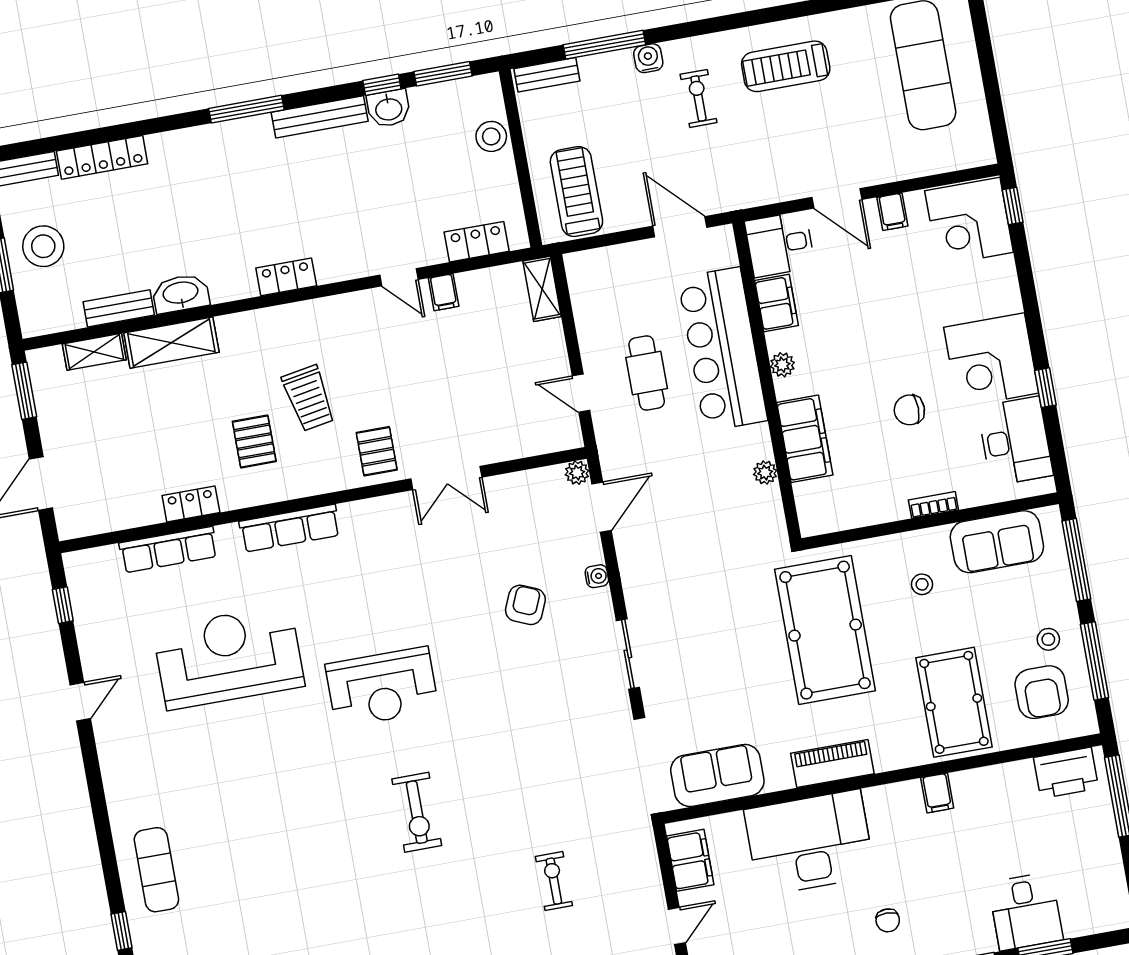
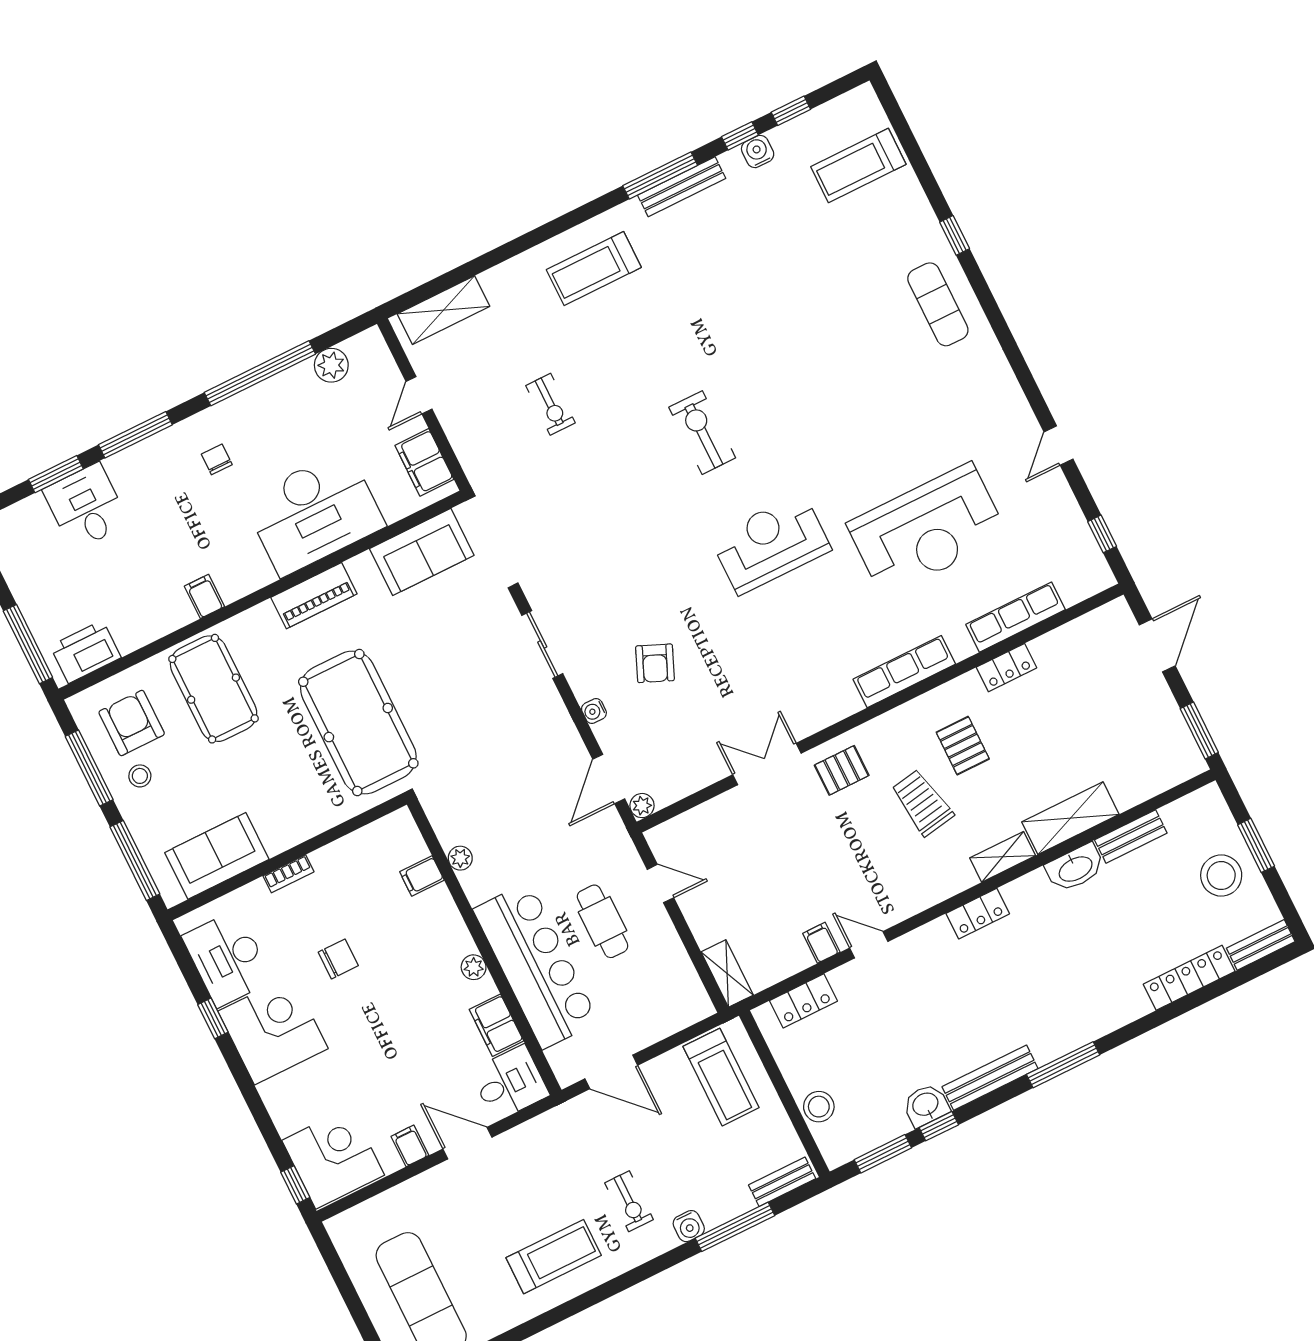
shelving: (94, 352) -> (1003, 857), moved
filing cabinet: (805, 439) -> (422, 876), width x0.33, depth x0.86
pallet: (377, 451) -> (842, 770), turned 90
stool: (922, 584) -> (277, 794), removed

